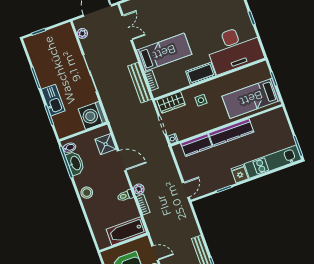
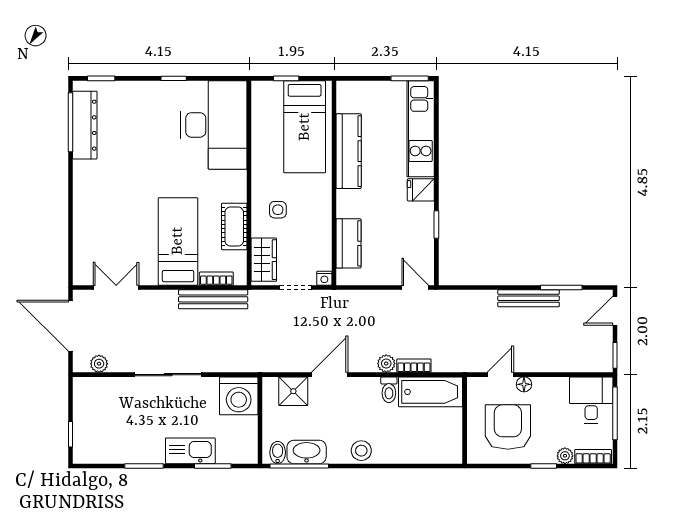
cot: (201, 73) -> (234, 227), moved
kitchen counter: (231, 133) -> (349, 151), moved
bathtub: (126, 231) -> (431, 392), moved, turned -90

